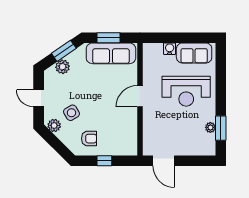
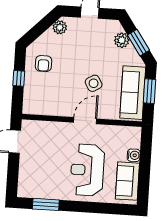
door: (140, 96) -> (85, 121), hinge flipped
side table: (71, 113) -> (94, 83), moved
plant: (210, 127) -> (47, 193), removed

